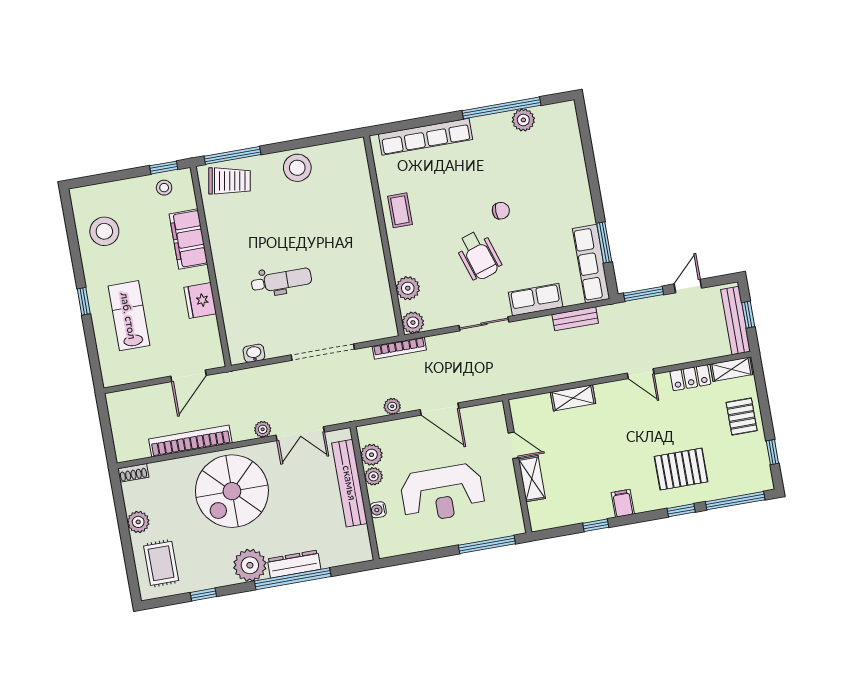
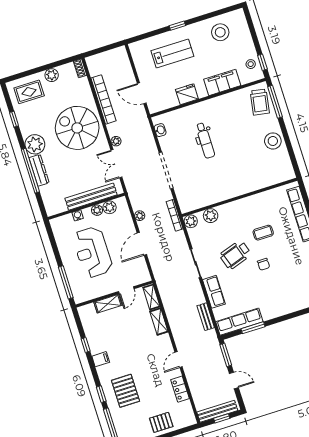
coffee table: (400, 210) -> (263, 233), moved
shelving: (731, 369) -> (152, 297), moved

